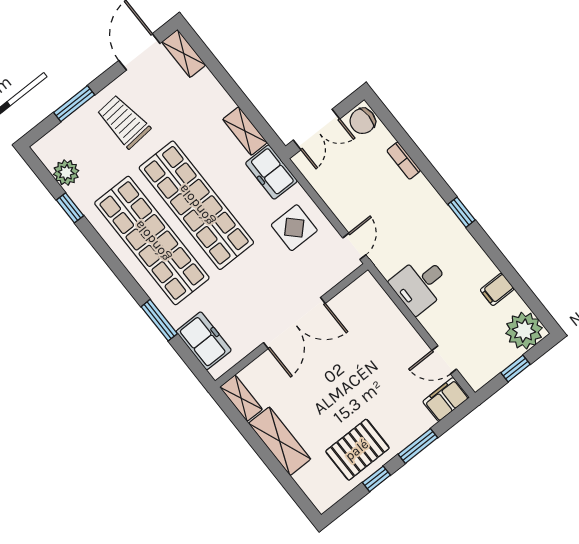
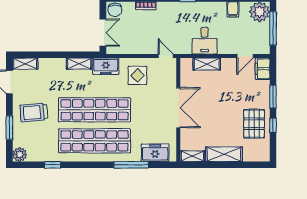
plant: (66, 173) -> (20, 154), moved
shelving: (389, 314) -> (207, 64), added
window: (159, 320) -> (131, 165), width x1.44
window: (516, 369) -> (273, 28), width x2.17

